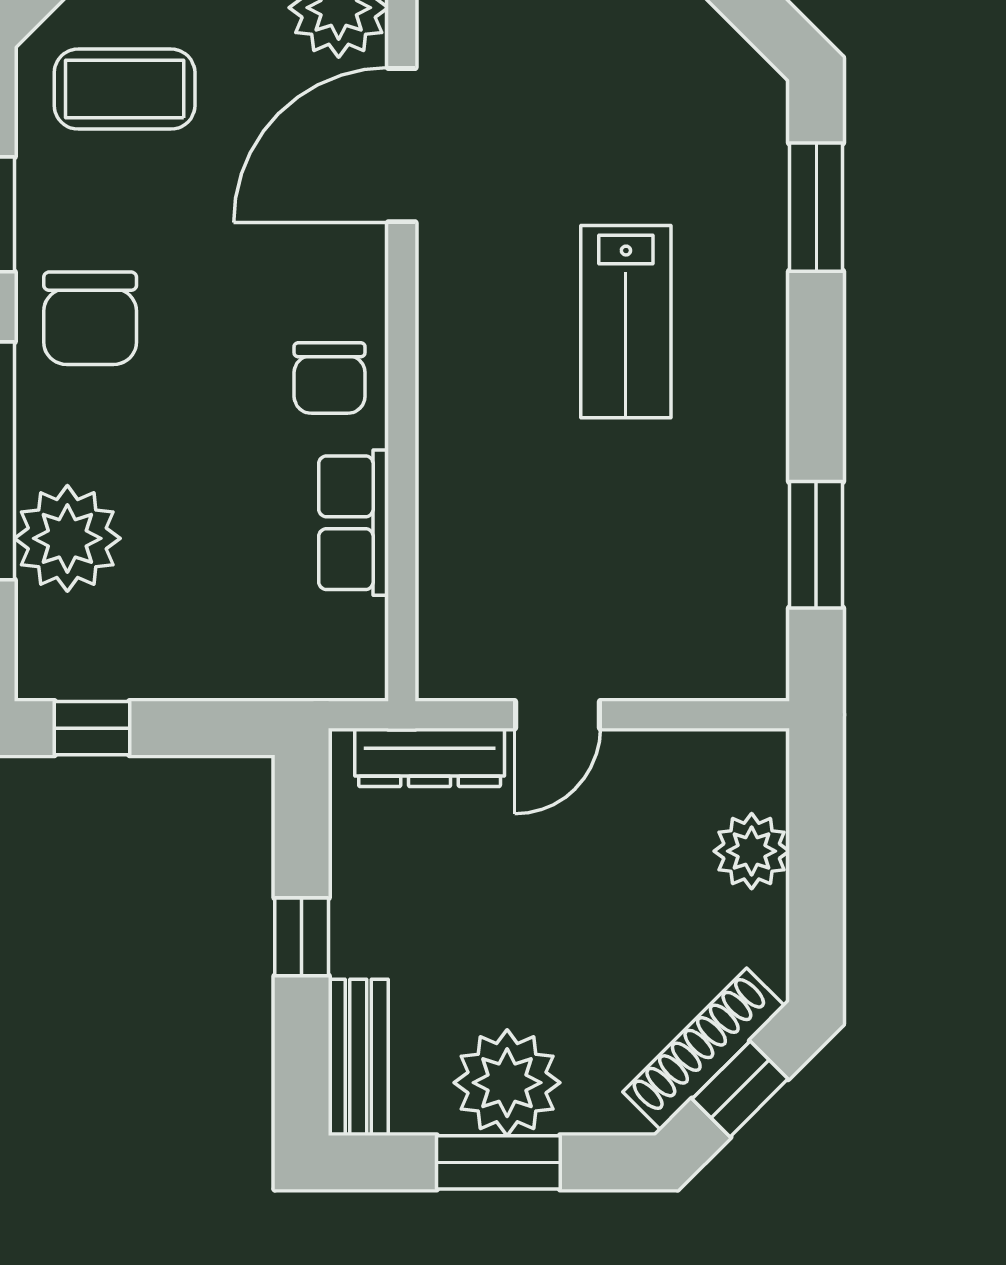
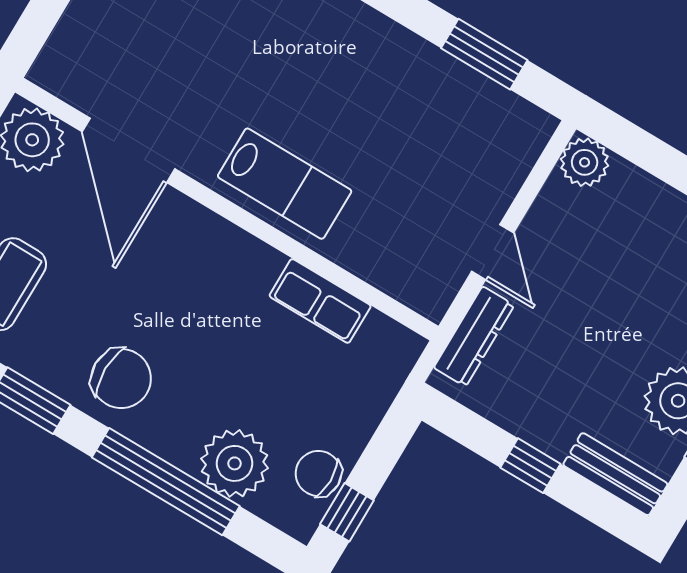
lab bench: (626, 322) -> (285, 184), moved
chair: (330, 378) -> (318, 473), moved, turned 180
plant: (752, 851) -> (585, 162), moved

